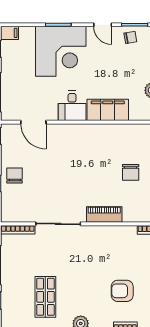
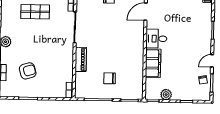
corner desk: (61, 51) -> (194, 32), removed
armchair: (122, 291) -> (28, 71), turned 73
shop shelf: (45, 297) -> (35, 12), moved

